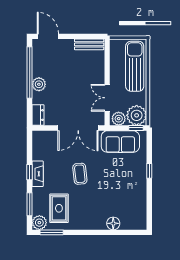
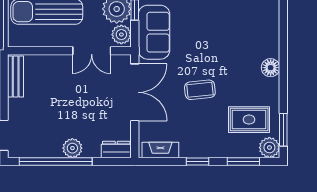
fireplace: (38, 174) -> (160, 150), moved
floor lamp: (113, 223) -> (271, 68), moved

